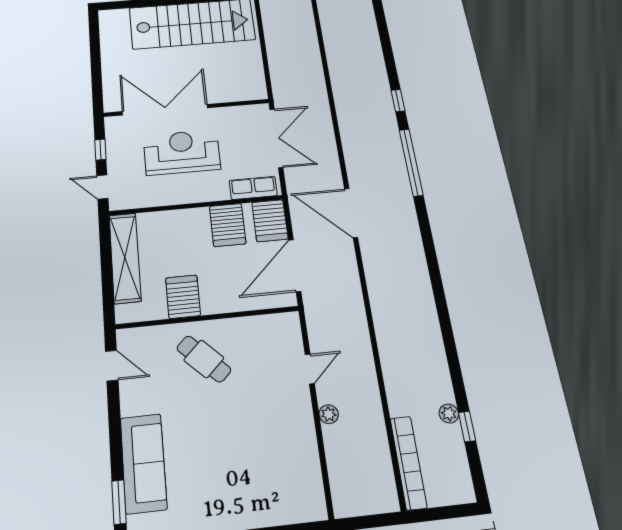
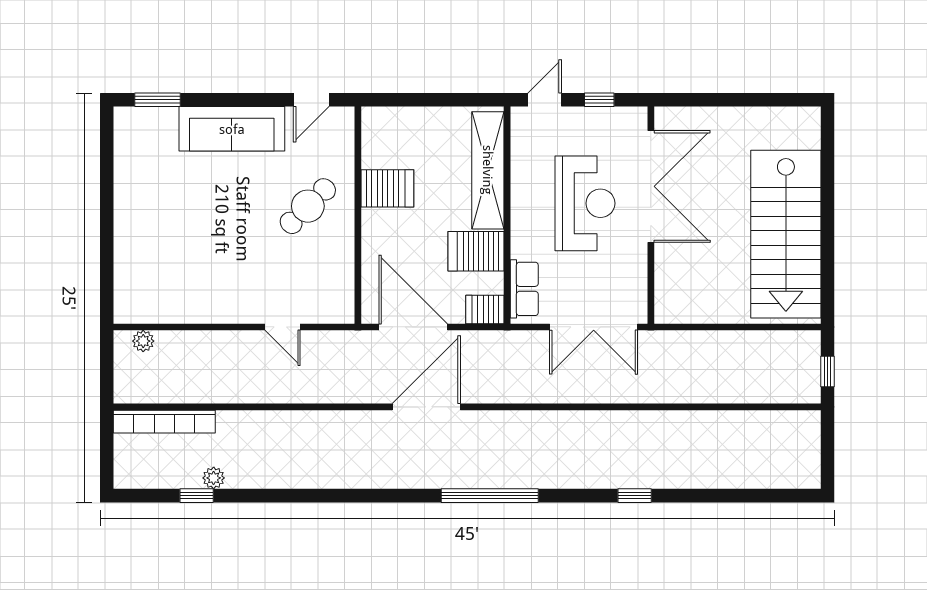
window: (411, 162) -> (490, 496), moved
door: (351, 213) -> (426, 407), moved
server rack: (270, 221) -> (485, 309), width x0.73, depth x0.70
shelving: (125, 258) -> (488, 170), moved, turned 90
plant: (329, 414) -> (143, 341), moved
sofa: (143, 463) -> (232, 129), moved

